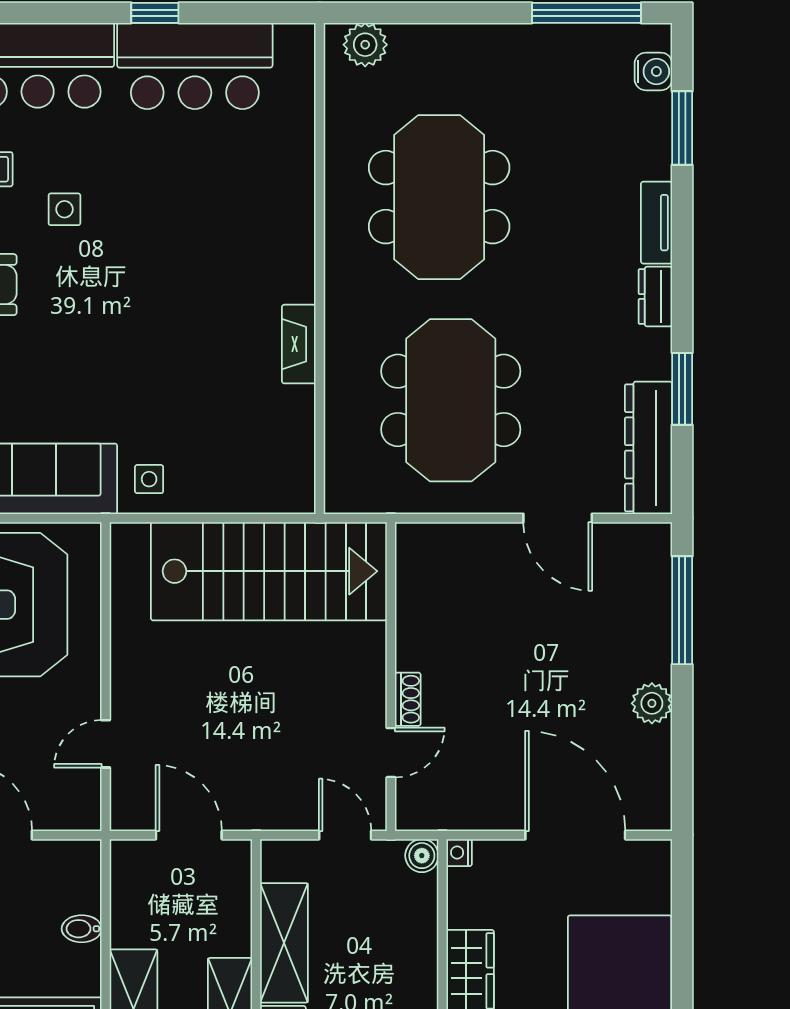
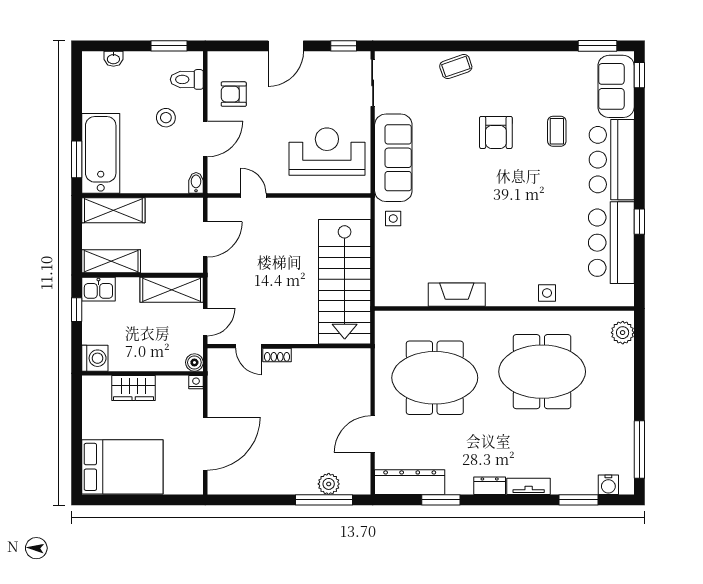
side table: (64, 209) -> (547, 293), moved
fireplace: (299, 344) -> (457, 295), width x1.37, depth x1.32
plant: (652, 703) -> (329, 484), moved
bidet: (82, 929) -> (196, 183), moved
shelving: (284, 943) -> (172, 290), moved

